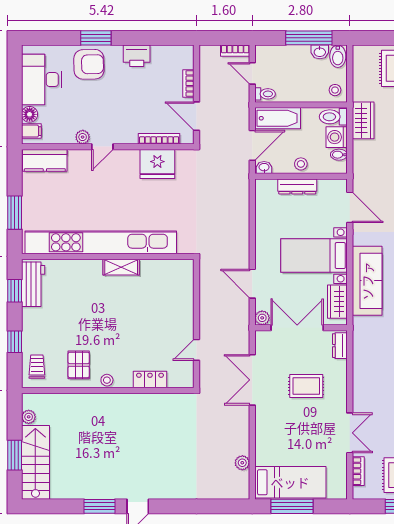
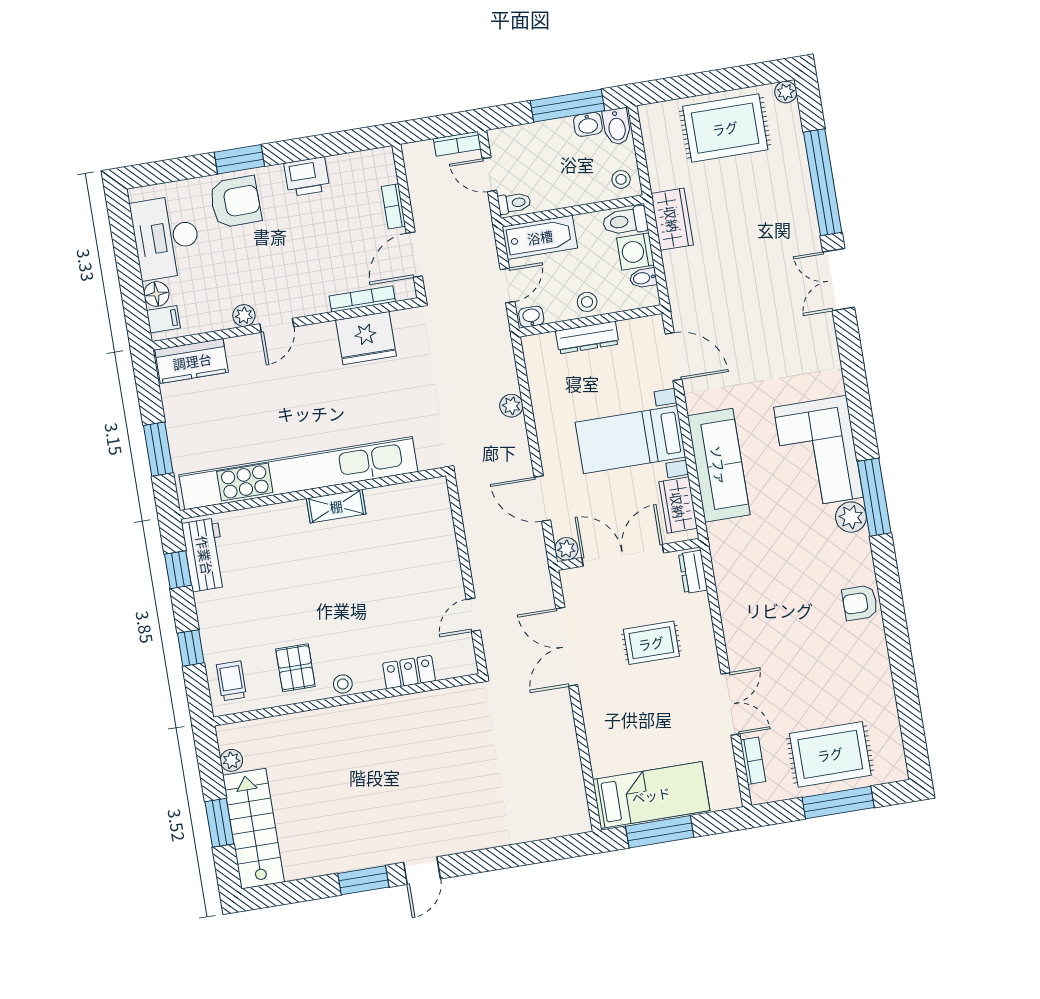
door: (197, 116) -> (414, 255), hinge flipped
door: (252, 145) -> (508, 285), width x0.73
plant: (242, 463) -> (511, 406), moved

